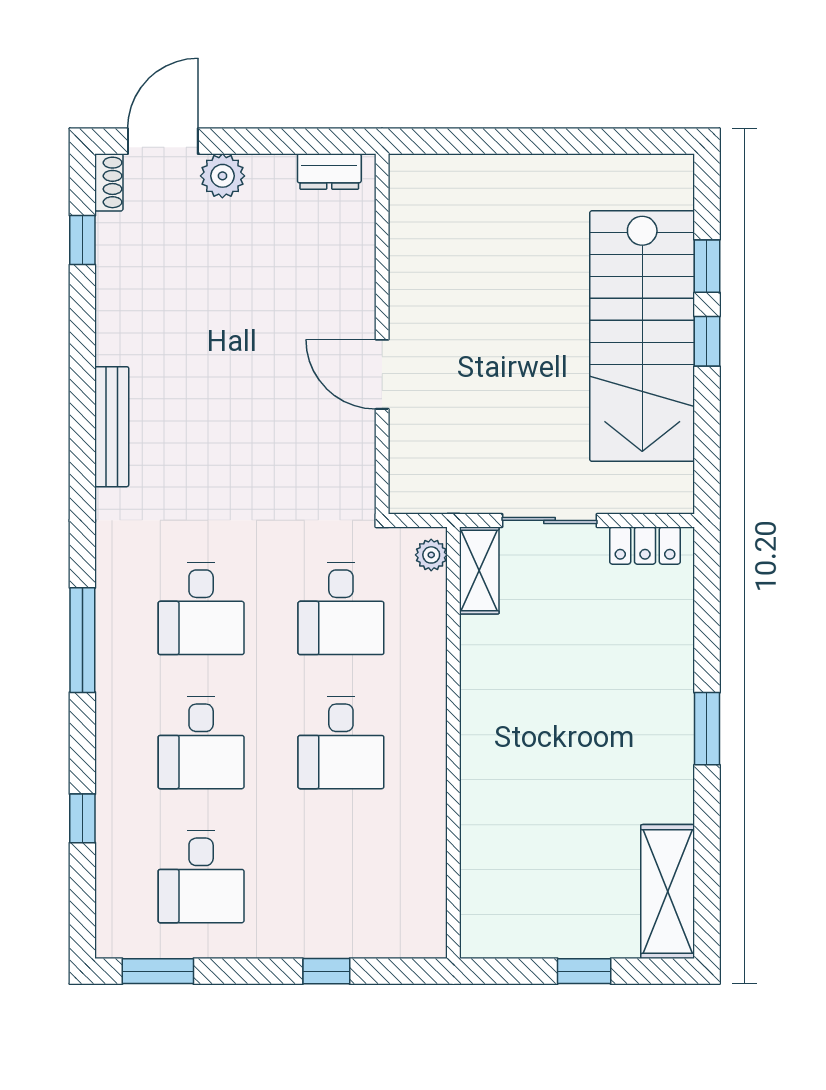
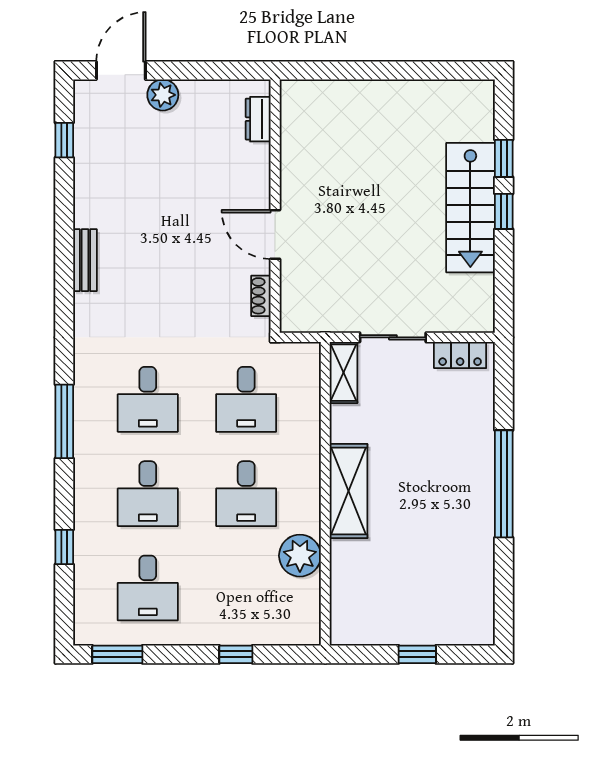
dresser: (329, 172) -> (258, 119), moved, turned 90
shoe rack: (109, 182) -> (261, 296), moved, turned 180
stairs: (642, 336) -> (470, 208), width x0.73, depth x0.66
bench: (112, 427) -> (85, 260), width x0.73
plant: (431, 555) -> (300, 556), moved, width x1.88, depth x1.88
window: (707, 729) -> (504, 484), width x2.11
shelving: (668, 892) -> (349, 491), moved

